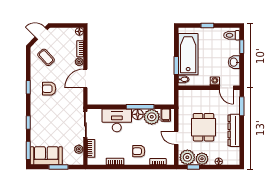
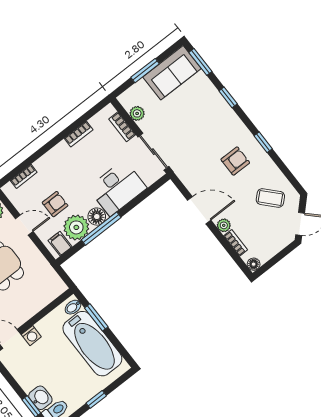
washbasin: (234, 62) -> (40, 398), moved
door: (85, 78) -> (199, 210), hinge flipped
armchair: (139, 151) -> (55, 204), moved

